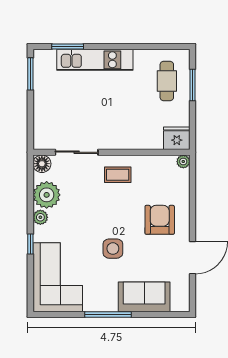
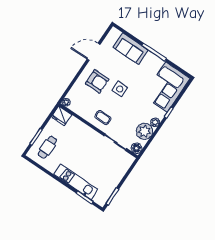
armchair: (160, 220) -> (97, 81), turned -90
side table: (113, 249) -> (120, 89), moved

